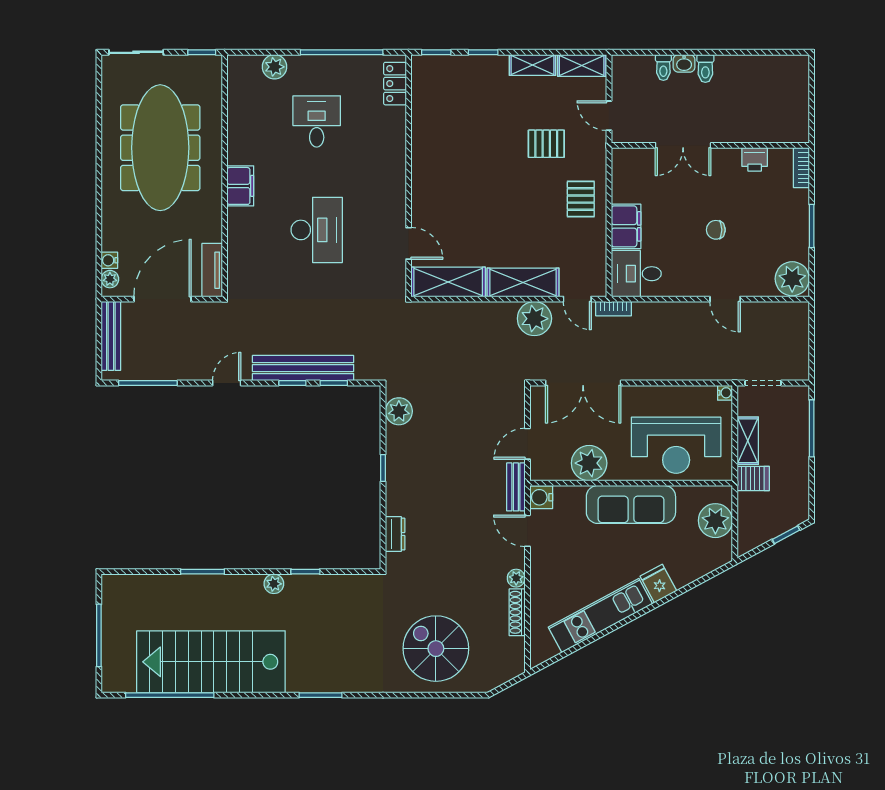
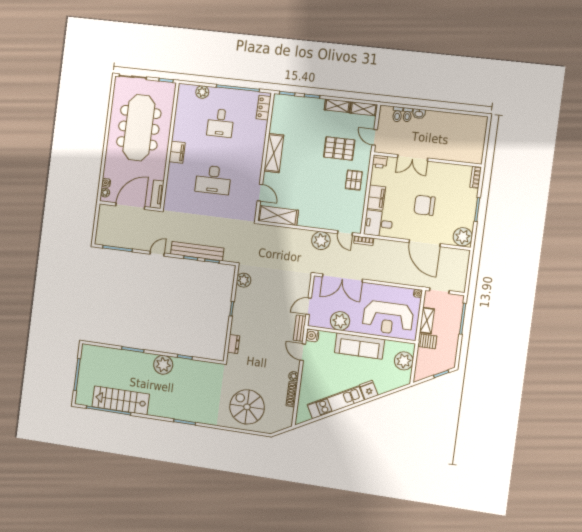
toilet: (705, 69) -> (397, 114), moved
desk: (317, 121) -> (220, 123), turned 180
pallet: (546, 144) -> (339, 148), width x1.50, depth x1.42
printer: (755, 159) -> (380, 162), moved
desk: (317, 230) -> (213, 180), turned 90
chair: (716, 230) -> (424, 205), width x1.87, depth x1.87
shelving: (523, 282) -> (274, 153), moved, turned 90
door: (725, 299) -> (425, 243), width x1.88
bench: (111, 336) -> (102, 222), removed
plant: (274, 584) -> (163, 365), width x1.88, depth x1.88
stairs: (211, 662) -> (121, 400), width x0.73, depth x0.66

